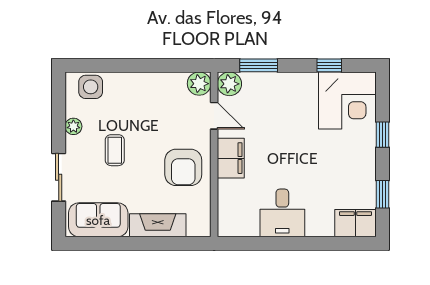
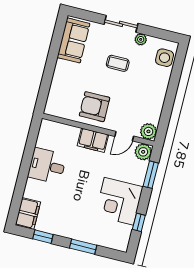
corner desk: (347, 100) -> (119, 201), moved
window: (383, 135) -> (83, 247), width x1.50
sliding door: (59, 177) -> (121, 24), moved
fireplace: (158, 225) -> (60, 80), removed

